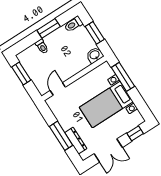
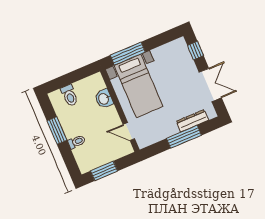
toilet: (73, 24) -> (69, 95), moved
window: (95, 33) -> (71, 78), removed
washbasin: (95, 55) -> (104, 99), moved
bed with nightstands: (106, 105) -> (139, 86), moved

